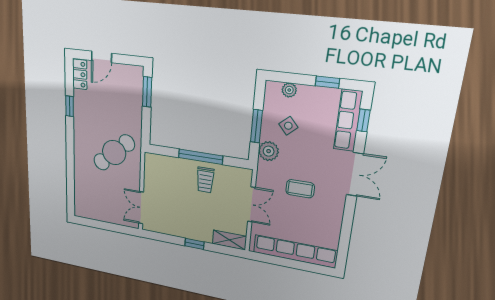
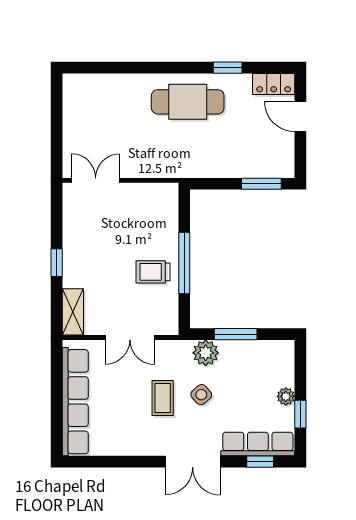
plant: (289, 90) -> (286, 396), moved
side table: (288, 126) -> (201, 395), moved
cafe table: (114, 153) -> (188, 102), moved, turned -49

